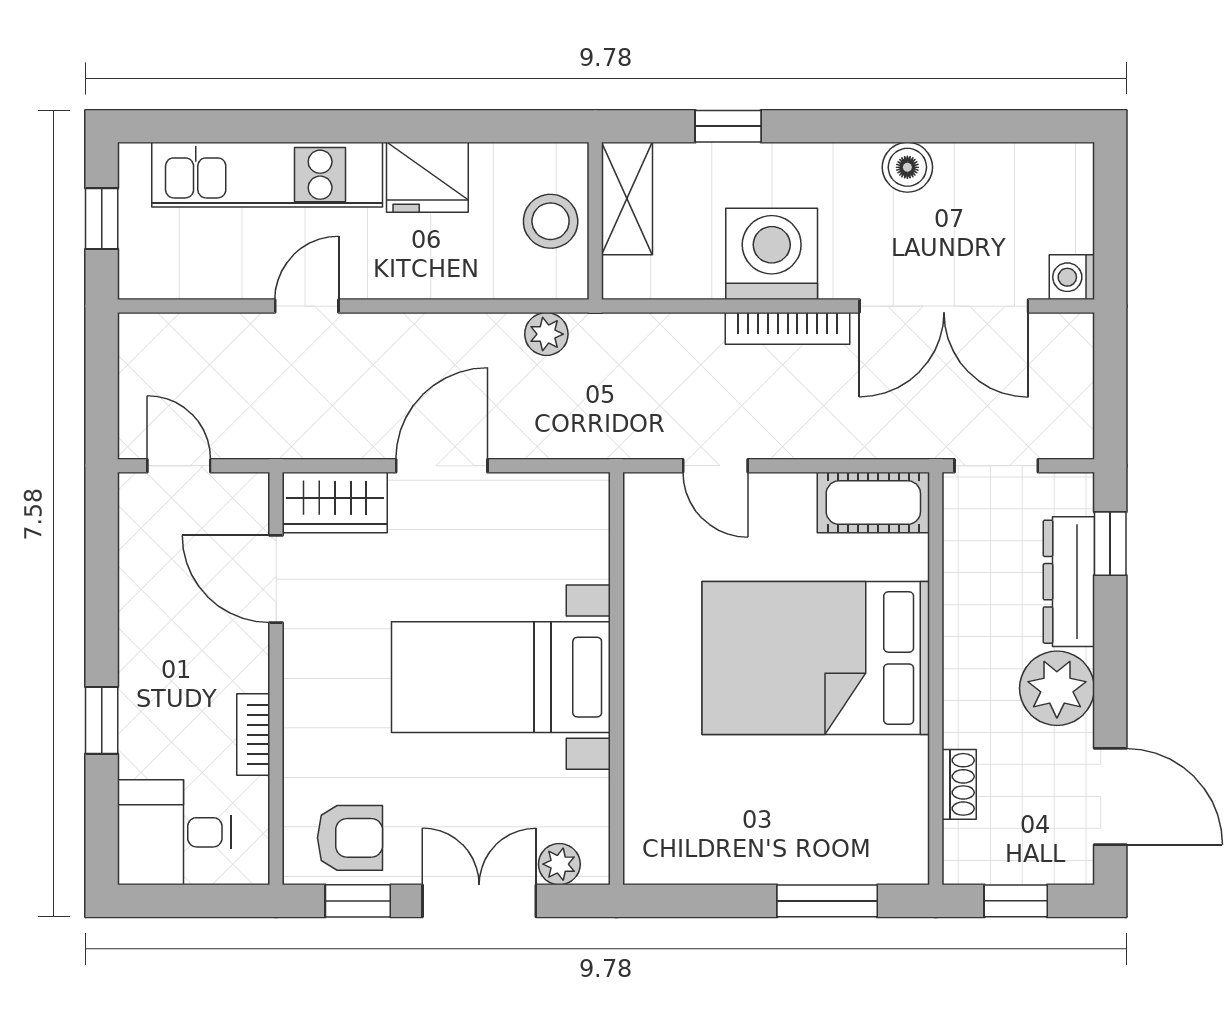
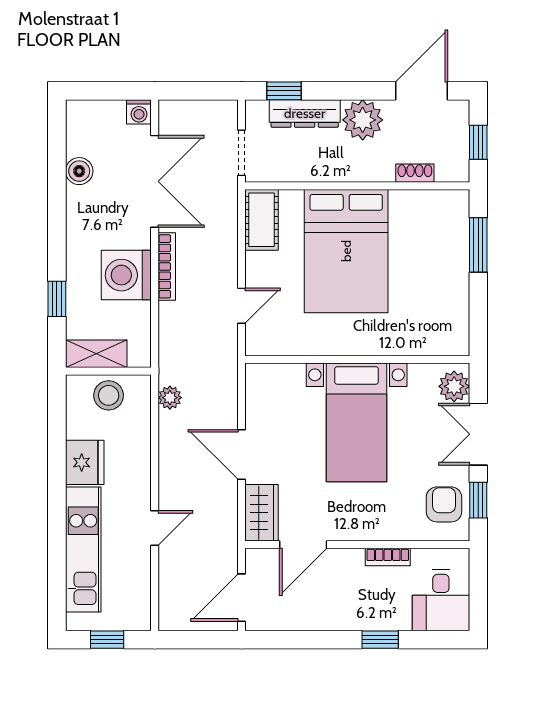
boiler: (907, 167) -> (79, 171), moved
door: (307, 306) -> (155, 528), swing flipped
door: (179, 466) -> (242, 598), width x1.38
plant: (559, 864) -> (454, 386), width x1.38, depth x1.38

